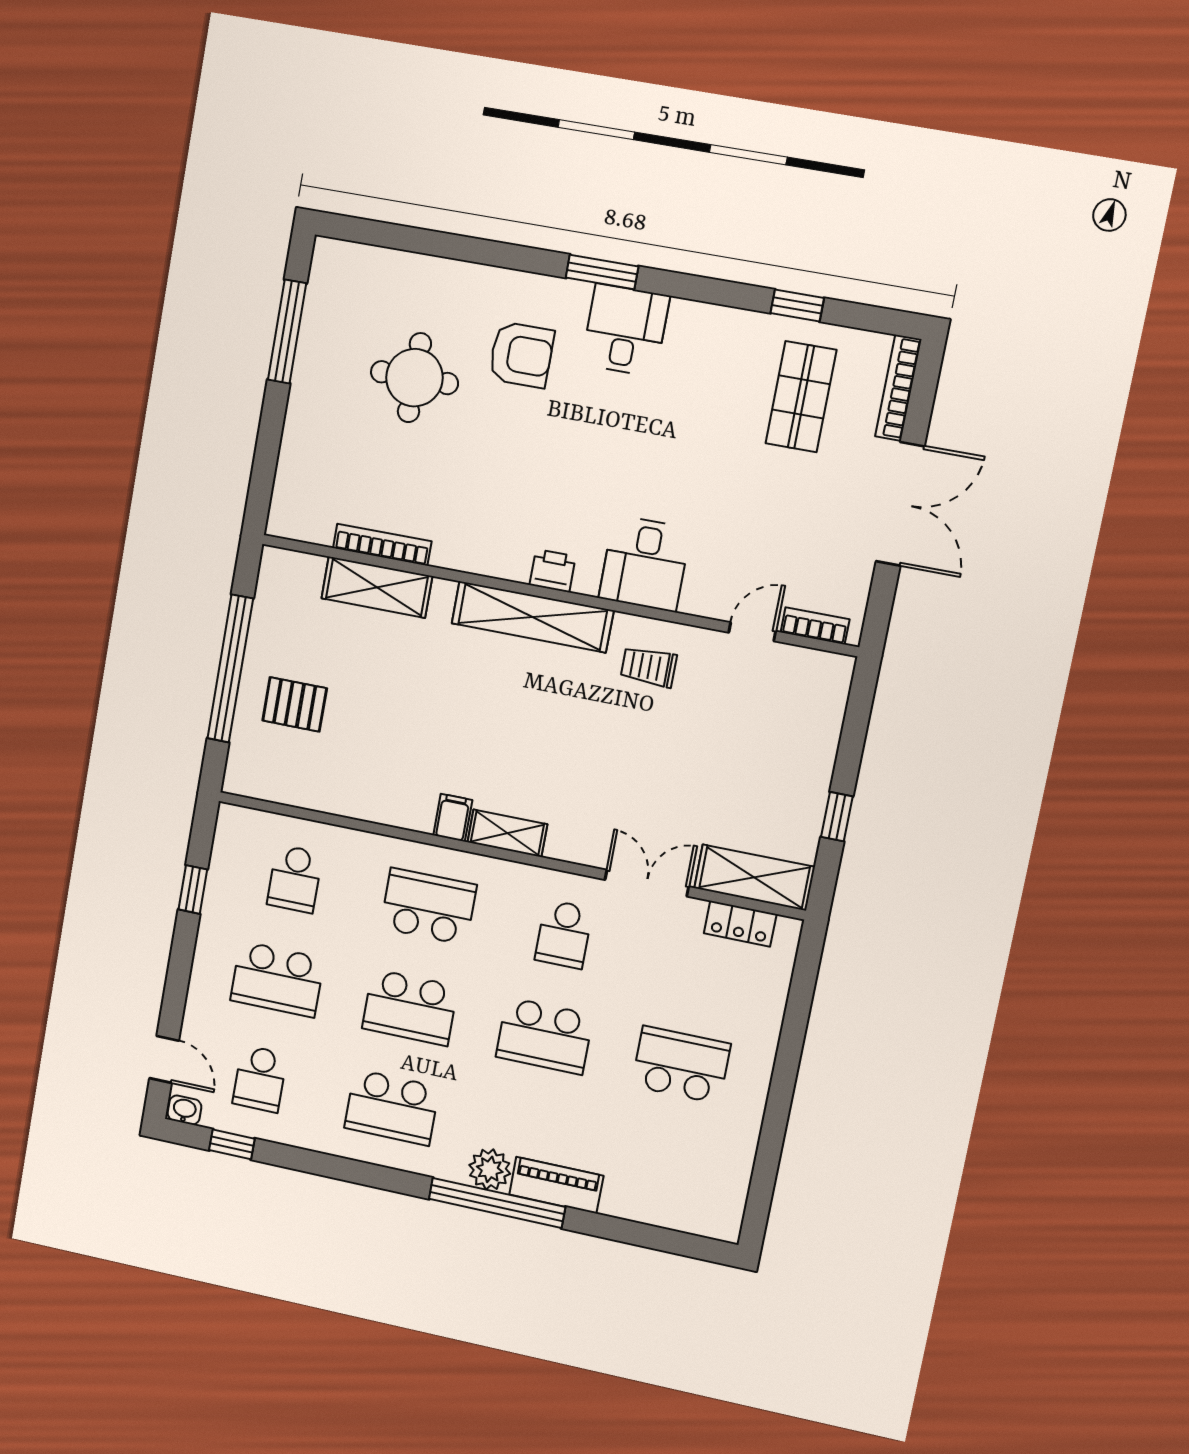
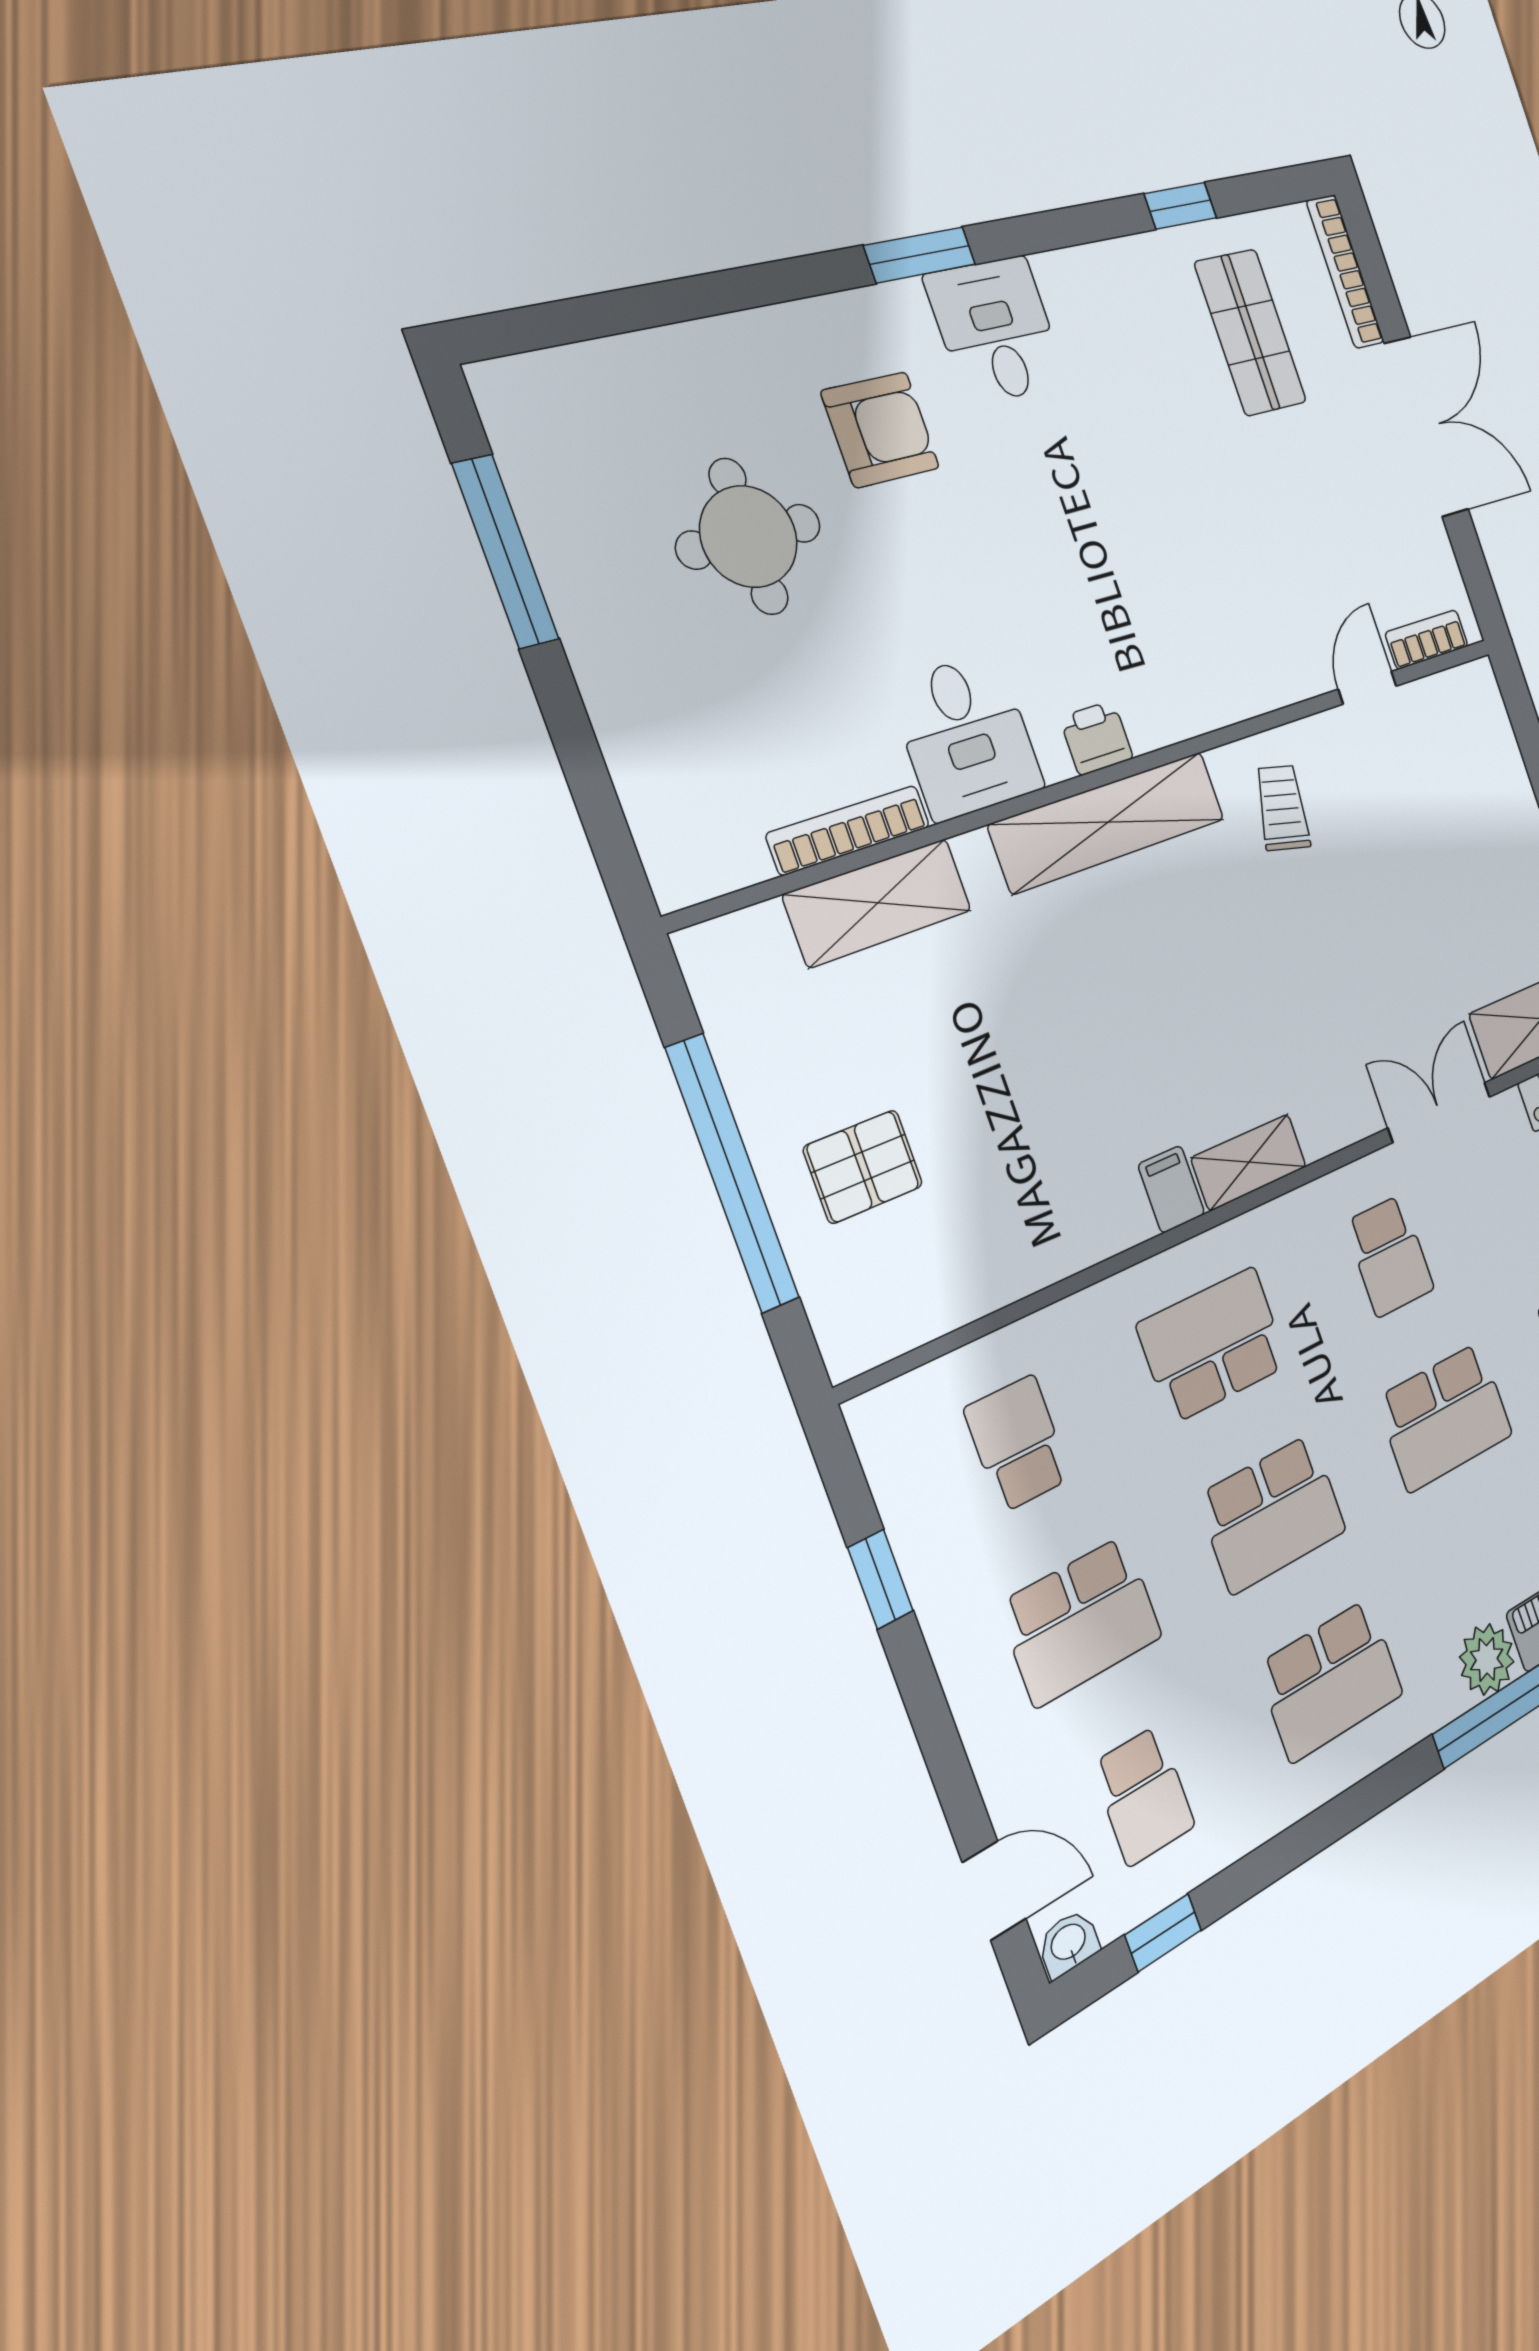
desk: (645, 563) -> (966, 736), moved
trolley: (649, 667) -> (1282, 808), turned 102
school desk: (295, 879) -> (1017, 1444), turned 180

